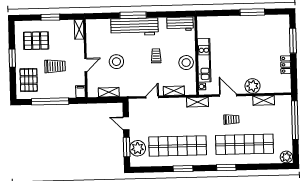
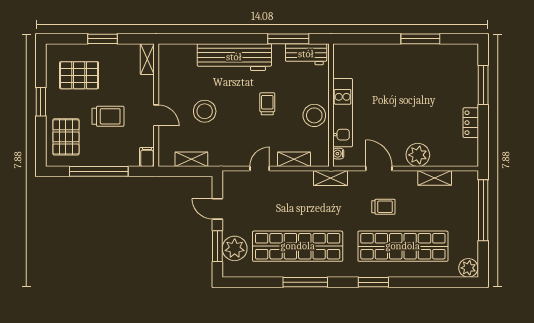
window: (133, 15) -> (288, 39), moved
door: (86, 65) -> (156, 115), hinge flipped
window: (183, 169) -> (305, 282), width x1.44

